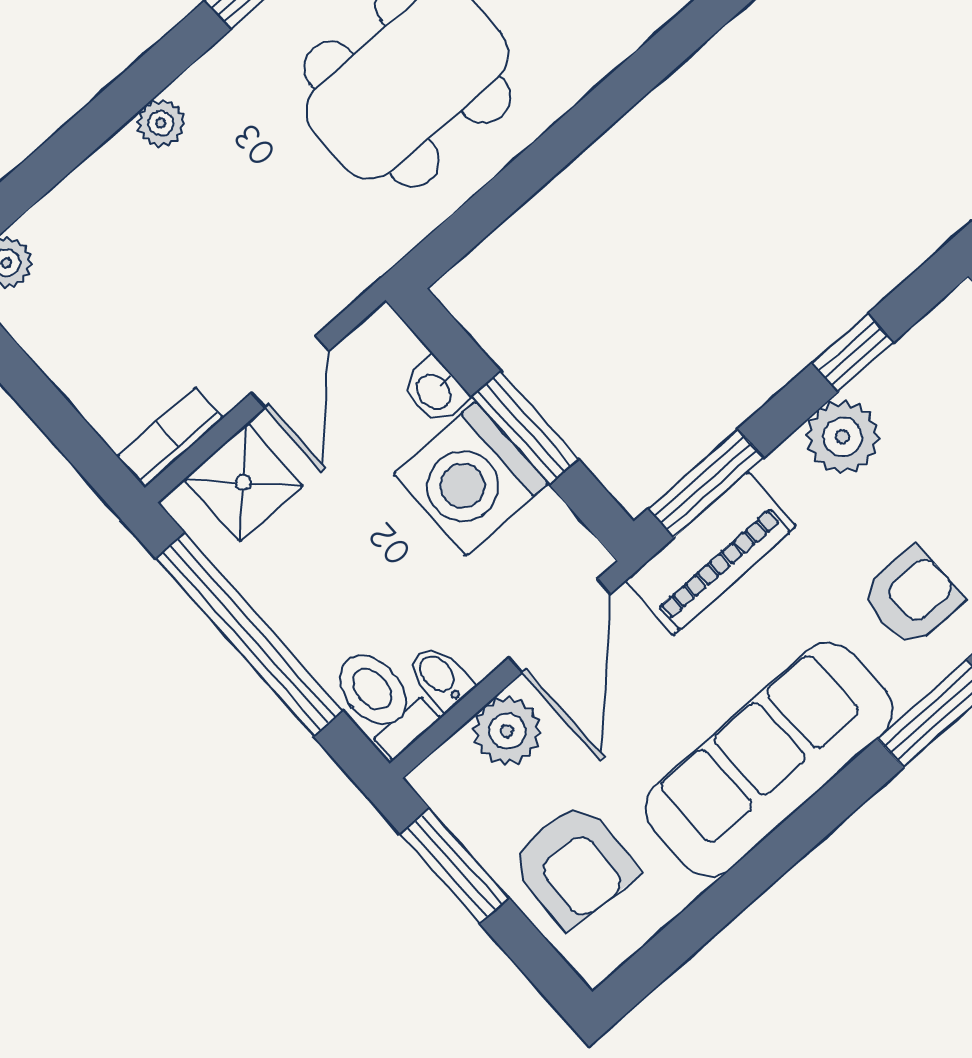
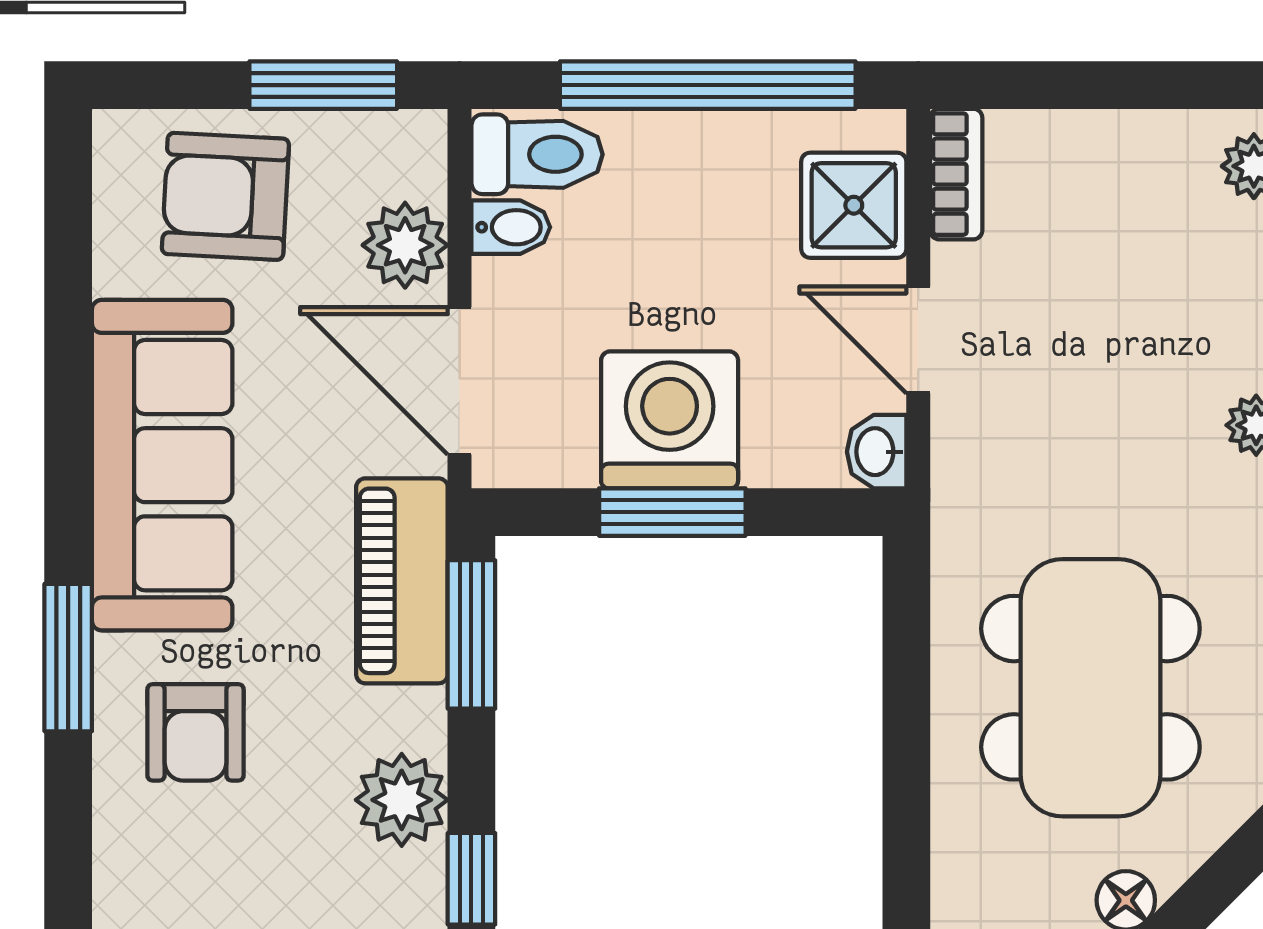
washbasin: (435, 391) -> (877, 452), moved, turned -90

